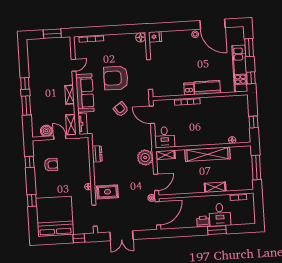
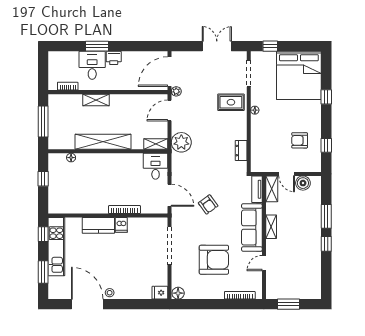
armchair: (116, 78) -> (214, 260), moved

